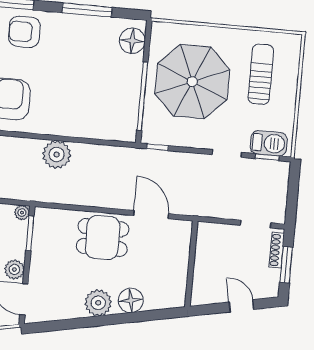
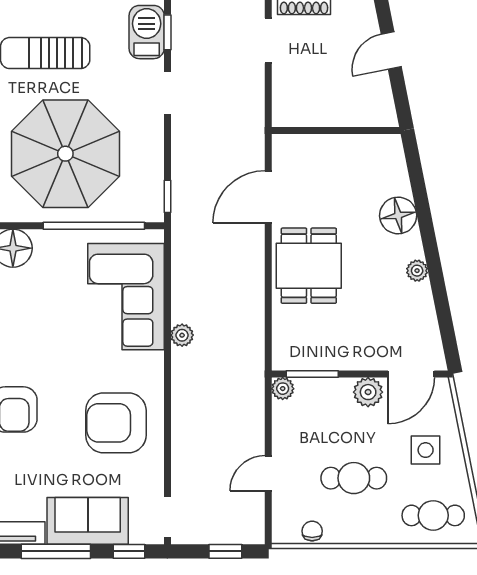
corner sofa: (93, 113) -> (126, 297), added
plant: (57, 155) -> (182, 335), width x0.53, depth x0.53
plant: (98, 303) -> (417, 271), width x0.53, depth x0.53

